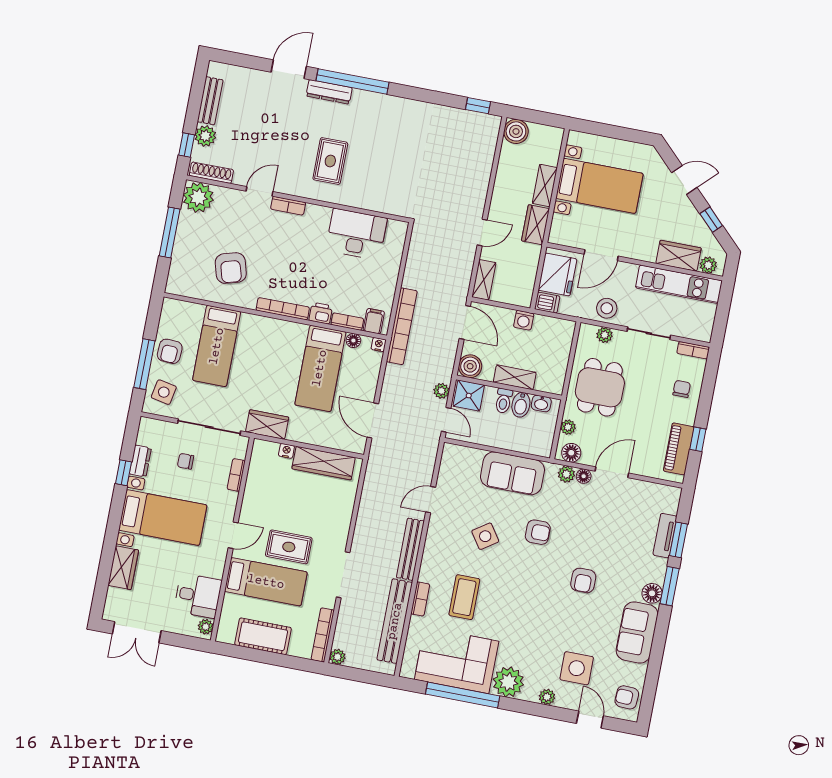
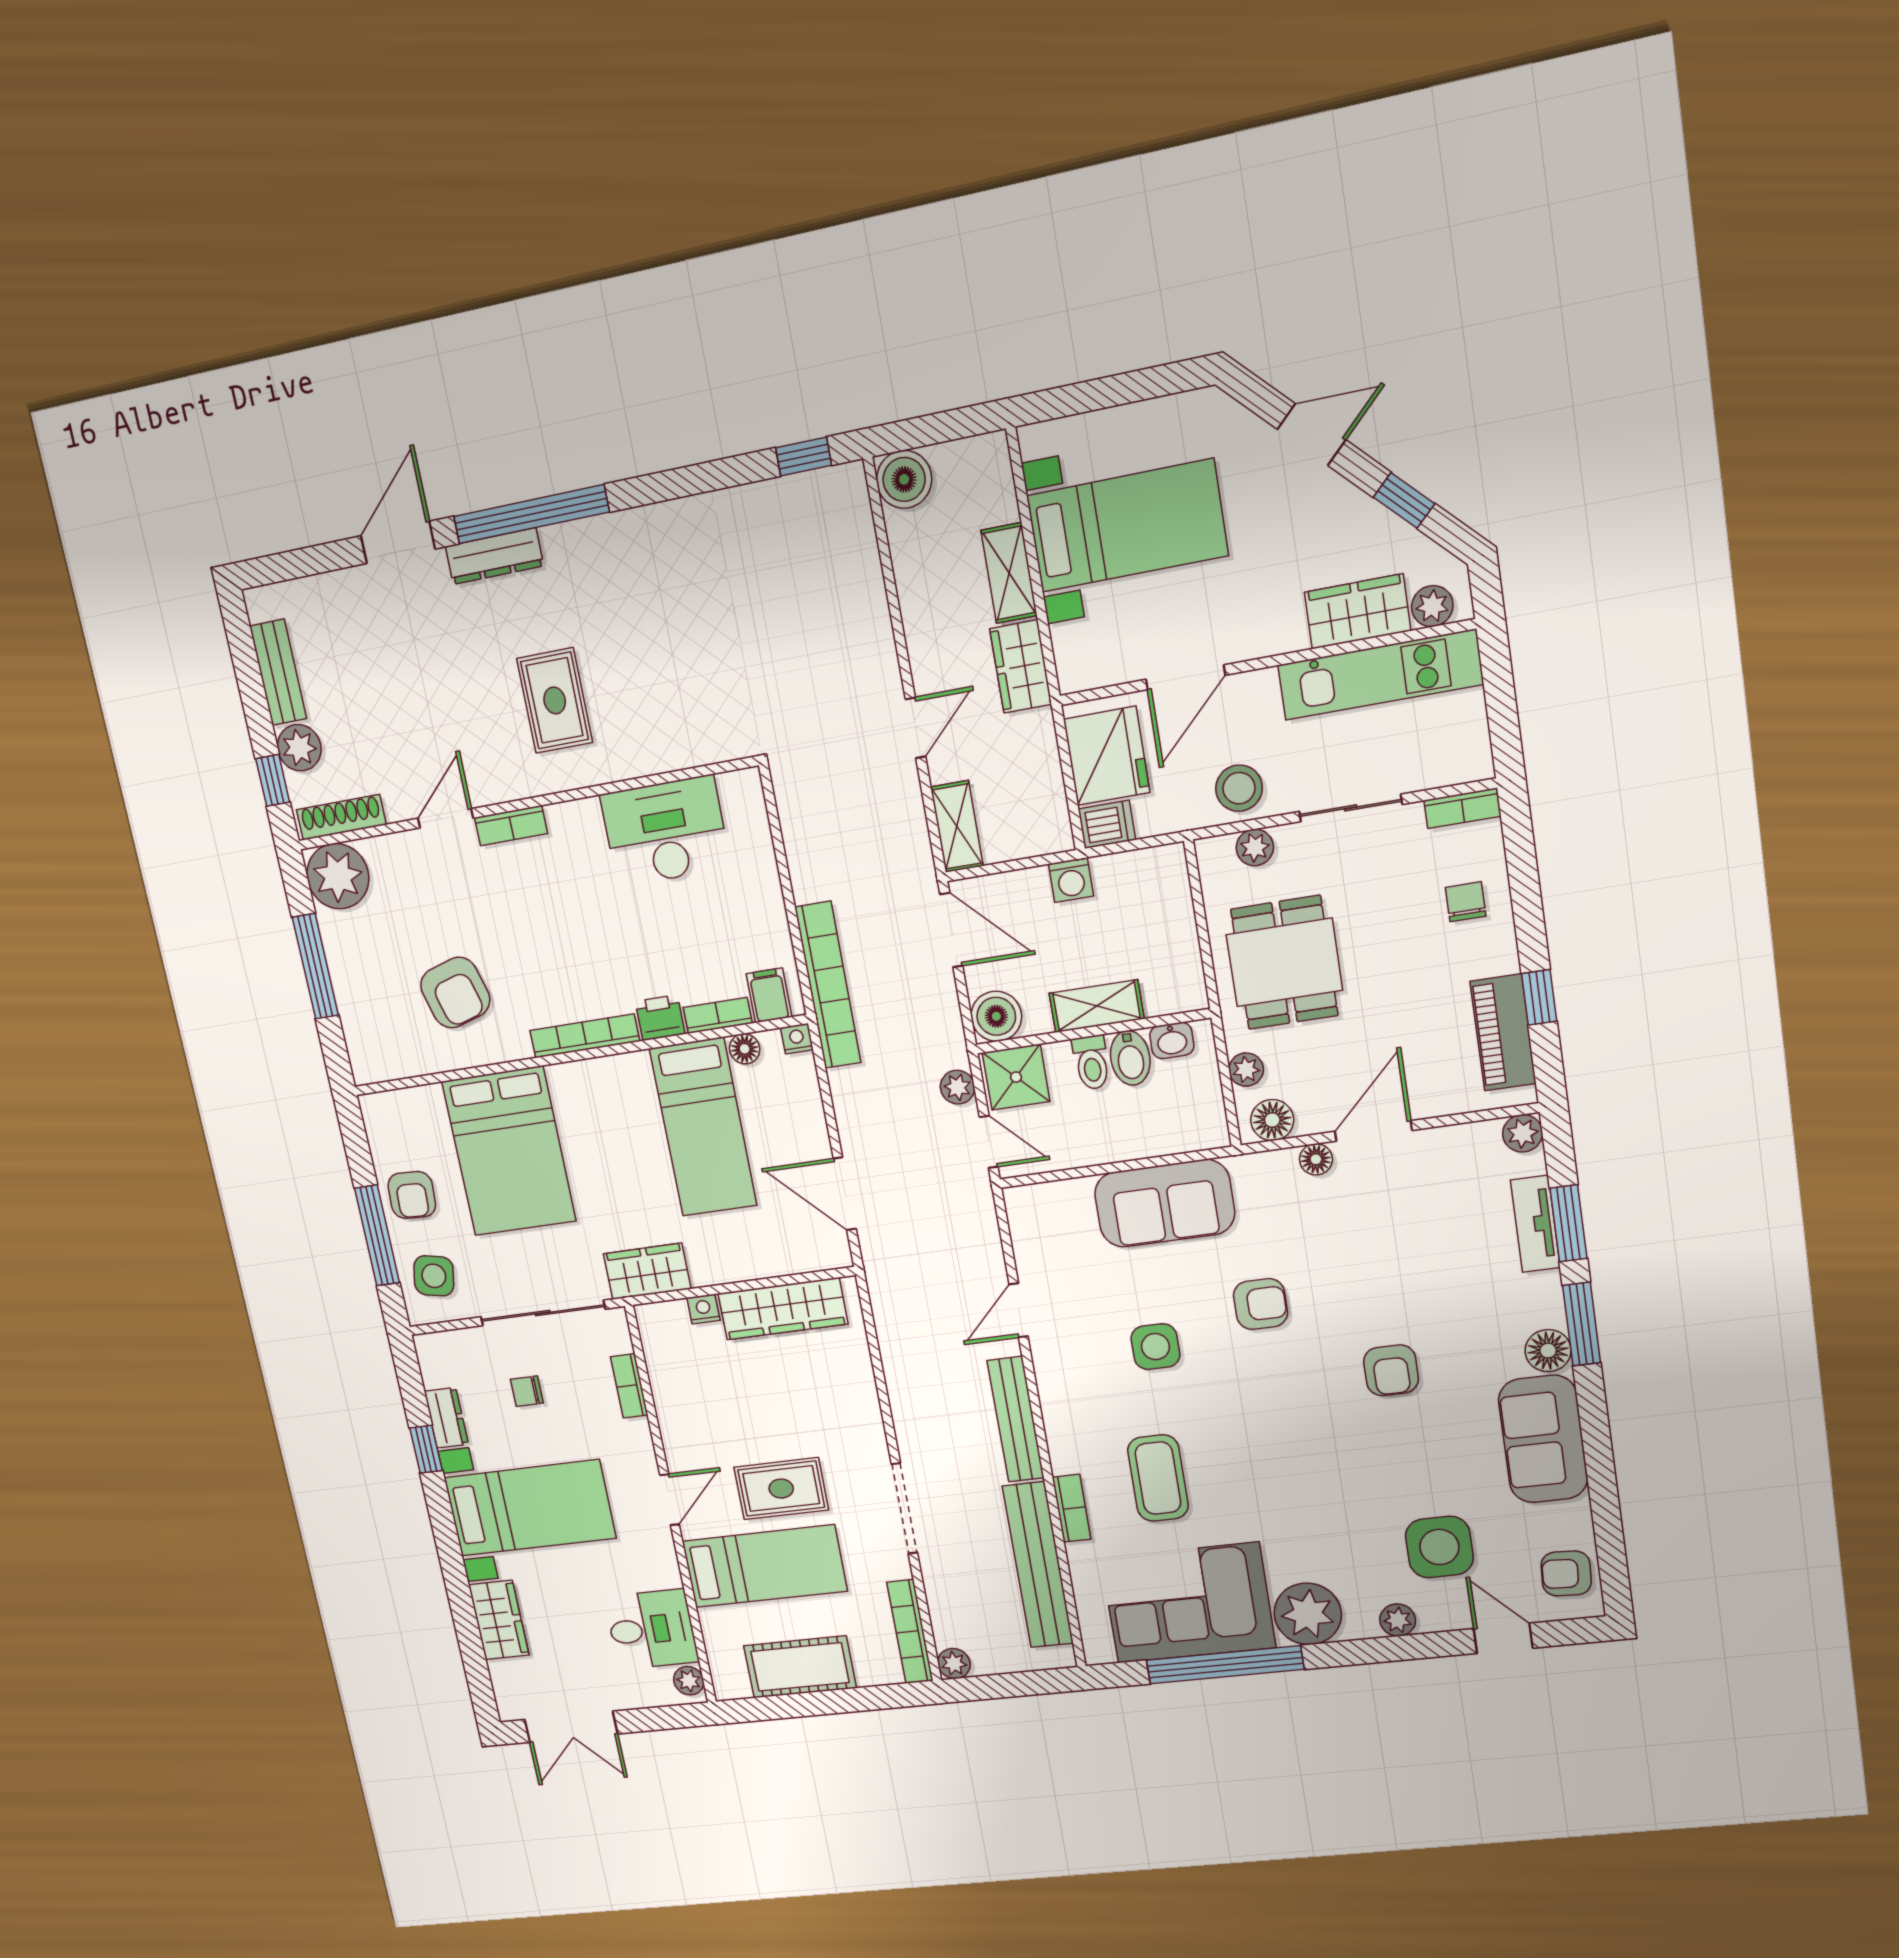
bed: (217, 346) -> (509, 1151), width x1.50
plant: (566, 474) -> (1523, 1133), moved
side table: (485, 536) -> (1155, 1347), turned 34

